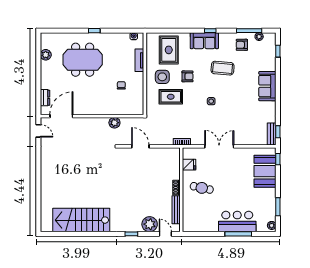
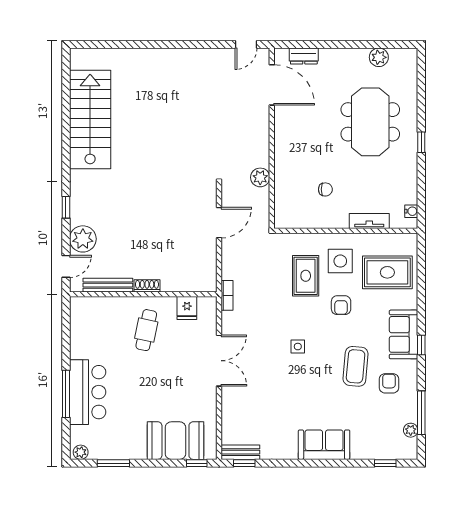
armchair: (242, 45) -> (389, 383), moved

